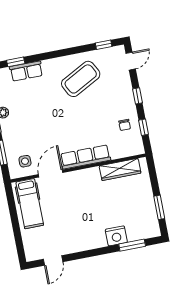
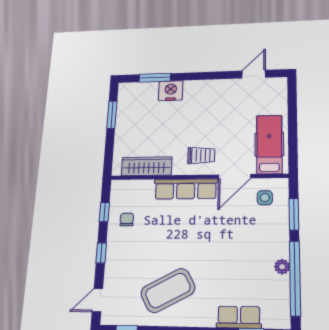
trolley: (79, 186) -> (201, 155), added

